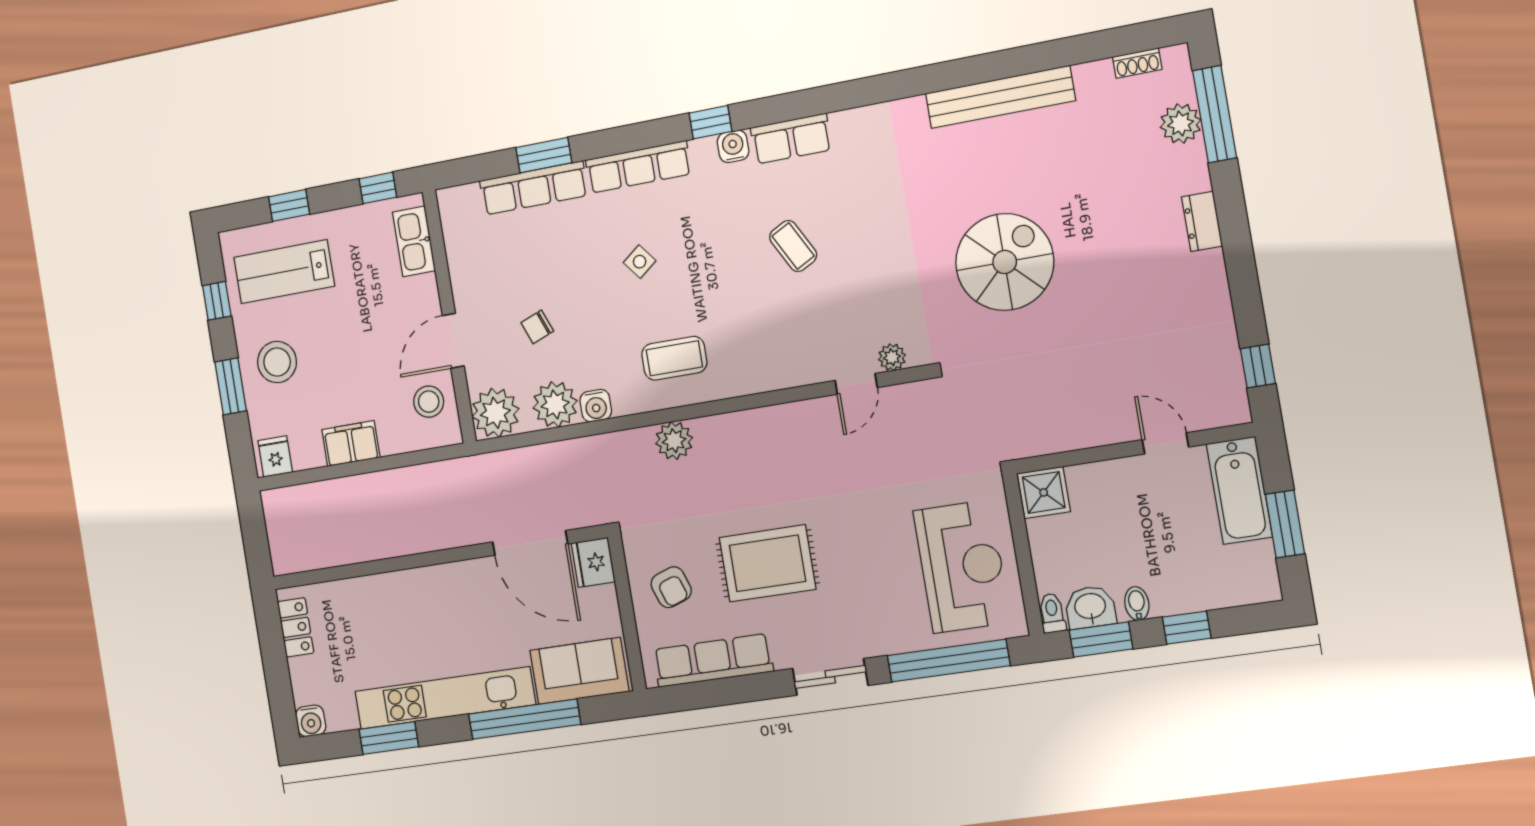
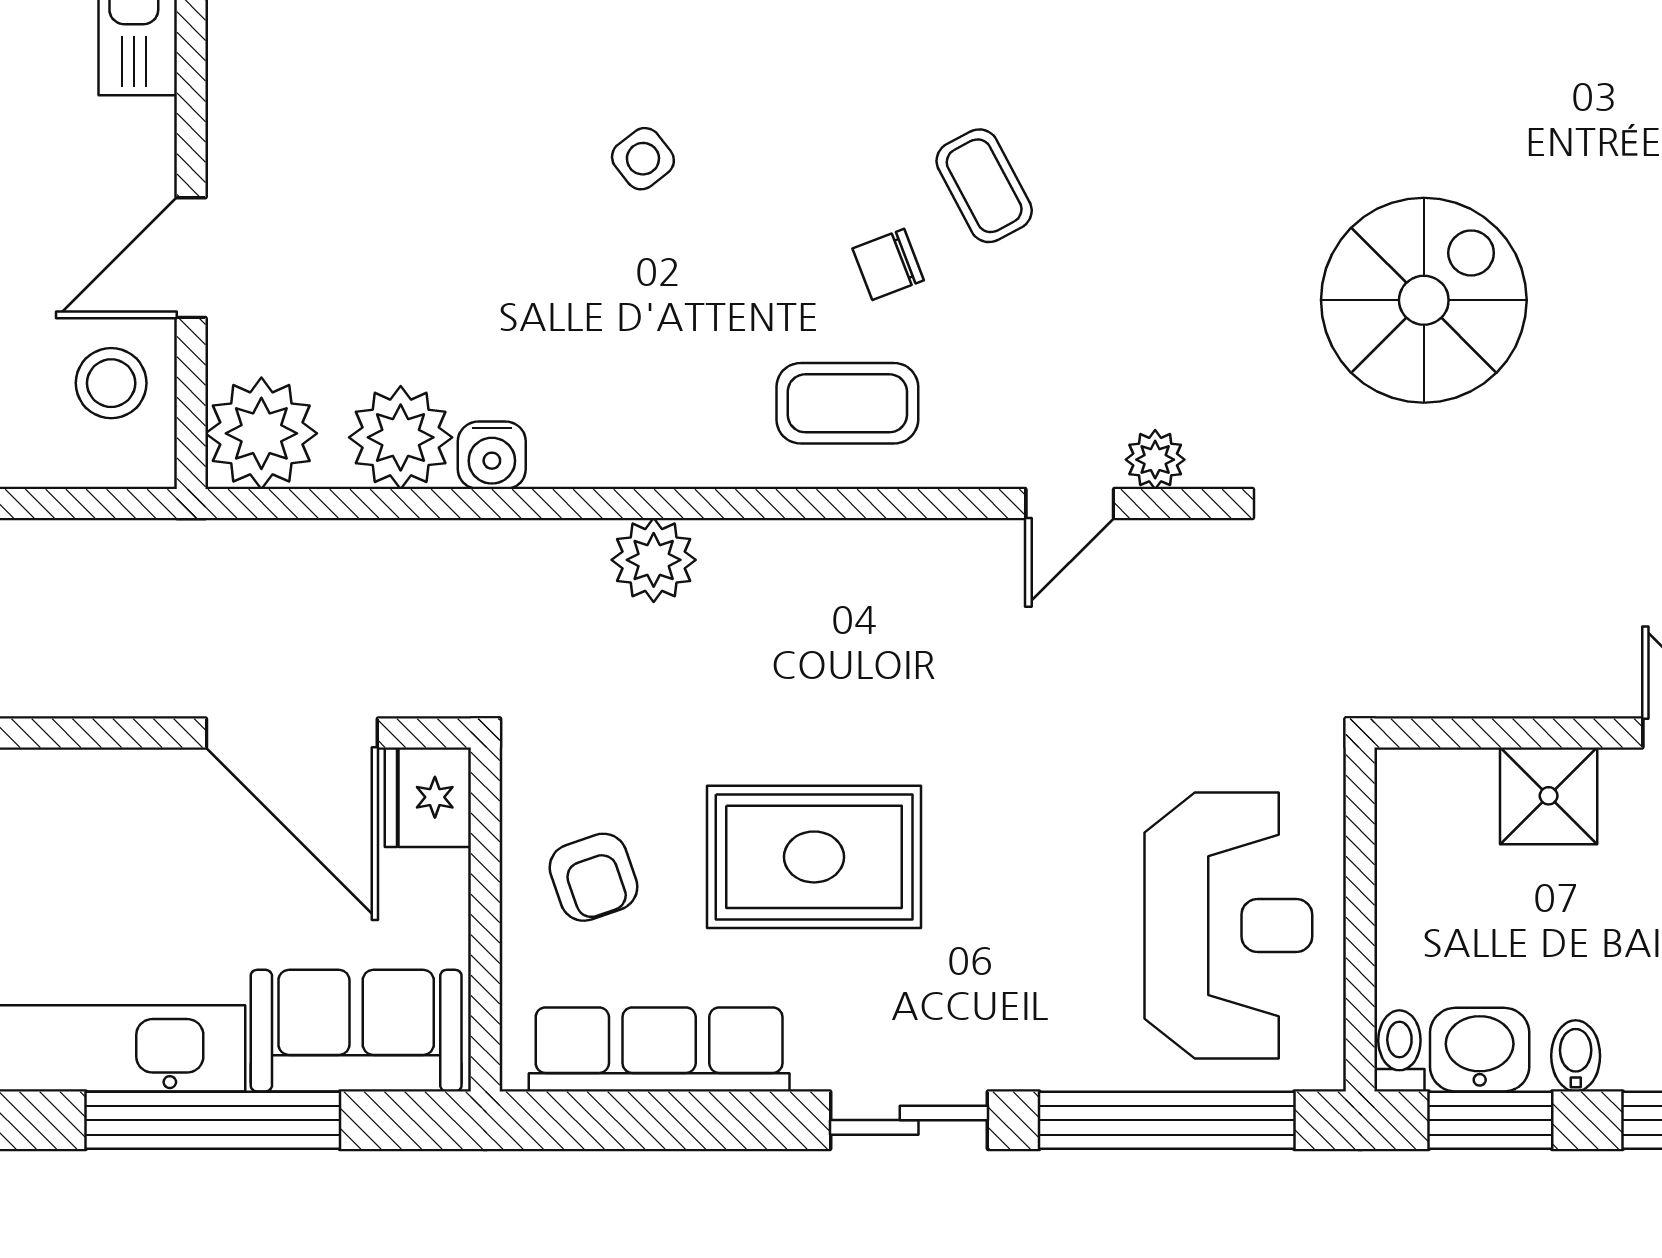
chair: (537, 327) -> (888, 264), moved
coffee table: (674, 358) -> (847, 403), moved
shower: (1044, 492) -> (1549, 796), moved

